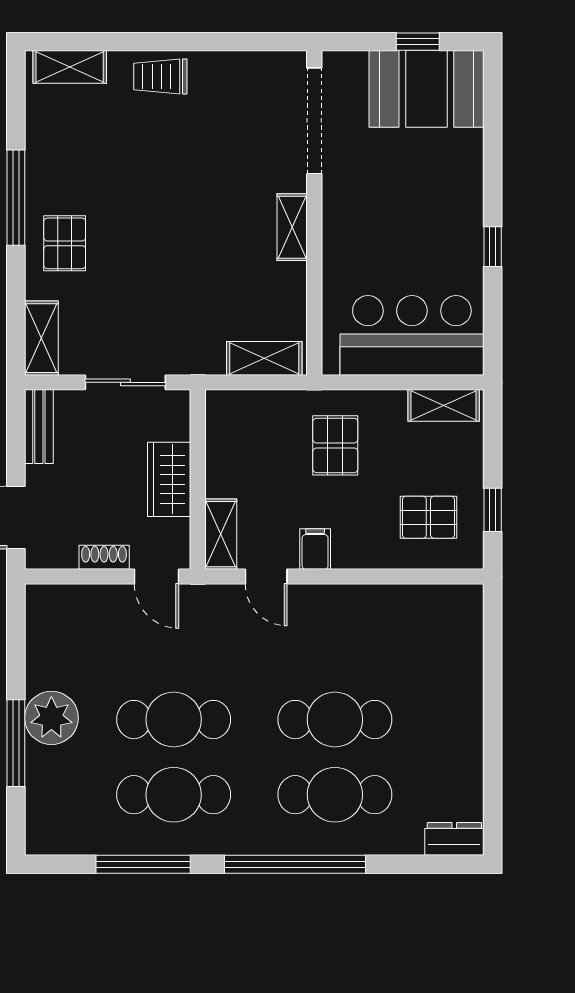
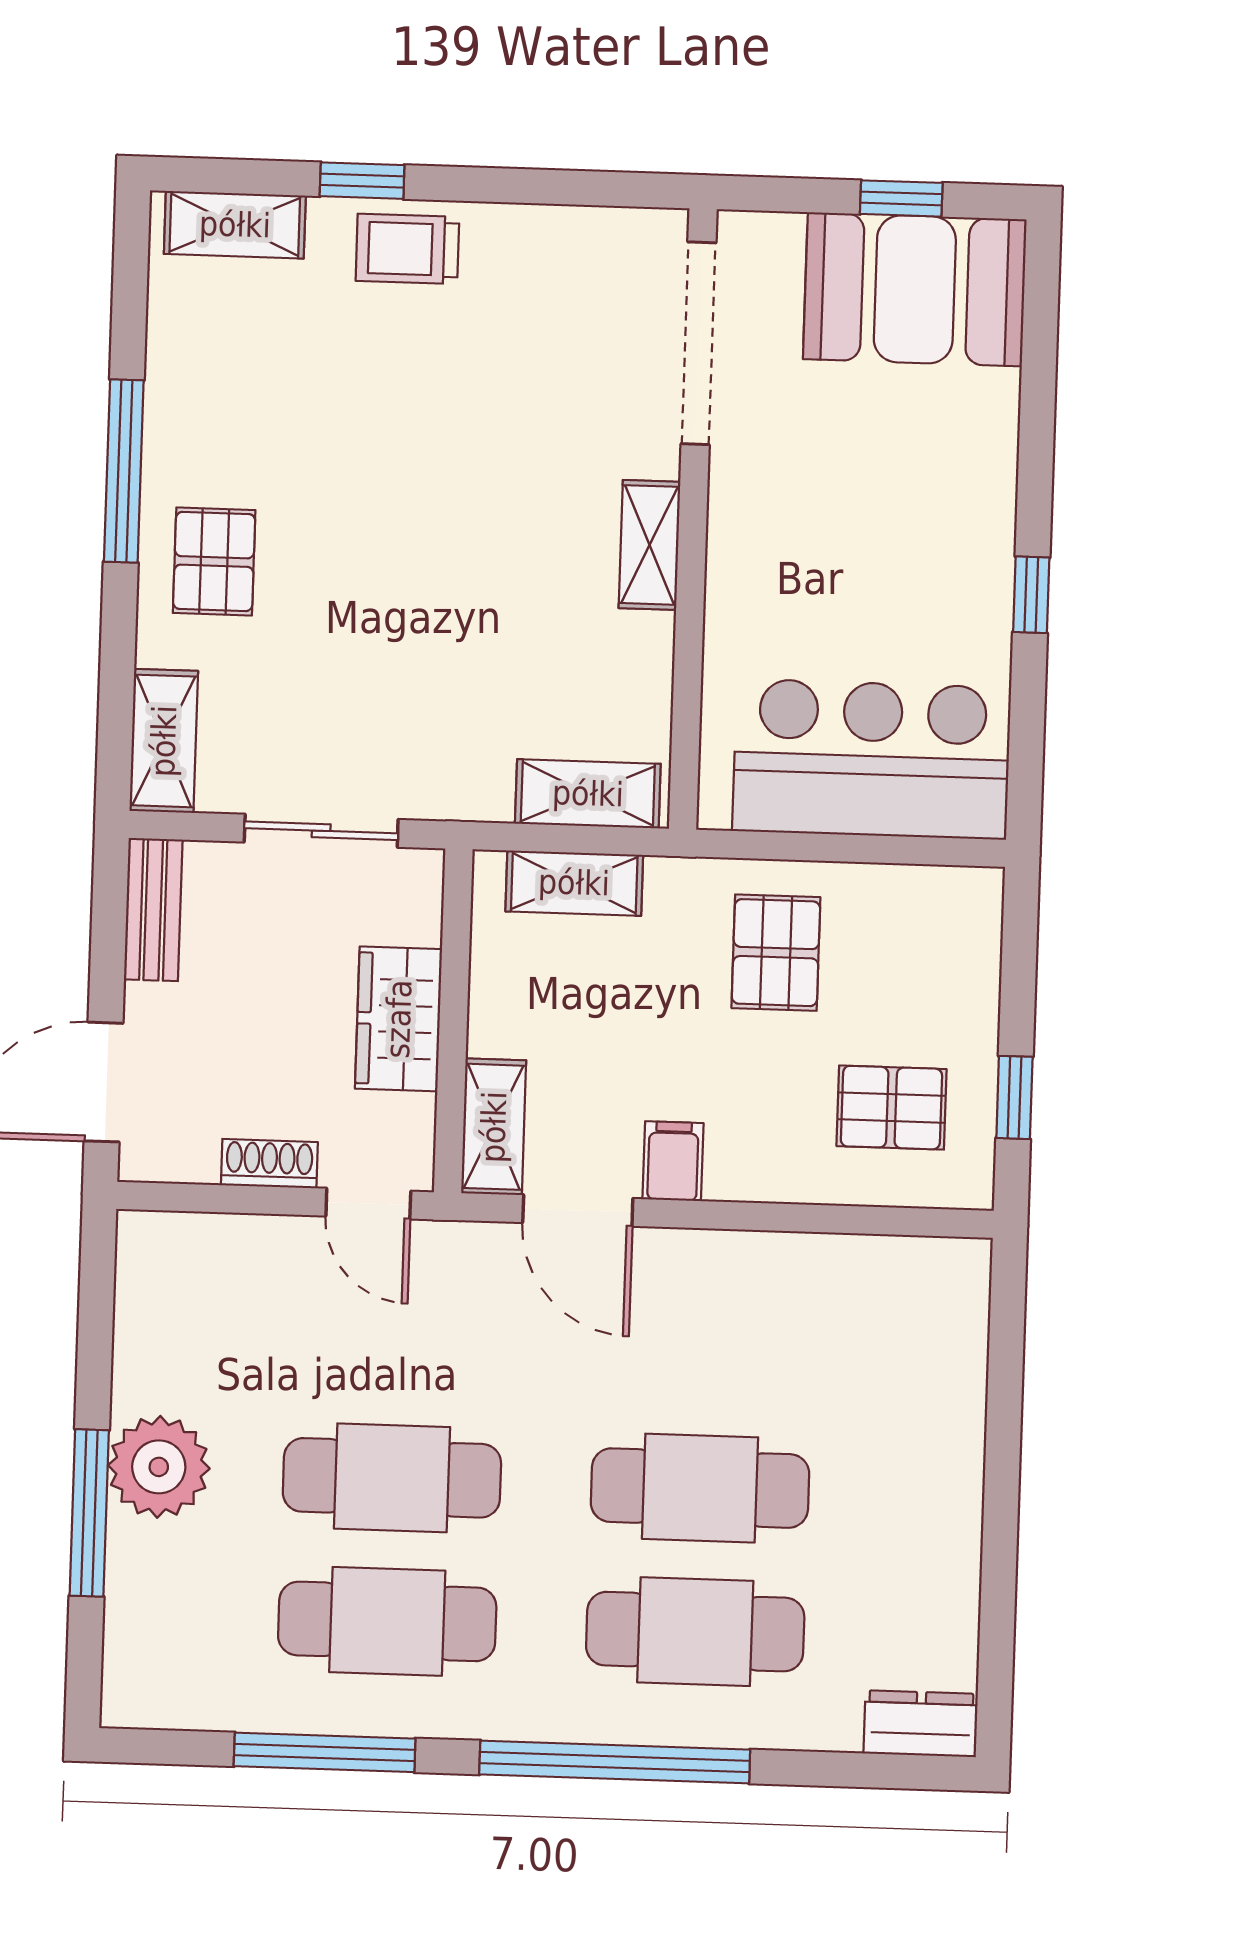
window: (135, 42) -> (362, 181), added
shelving: (444, 405) -> (574, 883), moved
pallet: (335, 445) -> (776, 953), moved
door: (266, 577) -> (578, 1211), width x1.38

